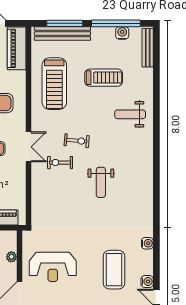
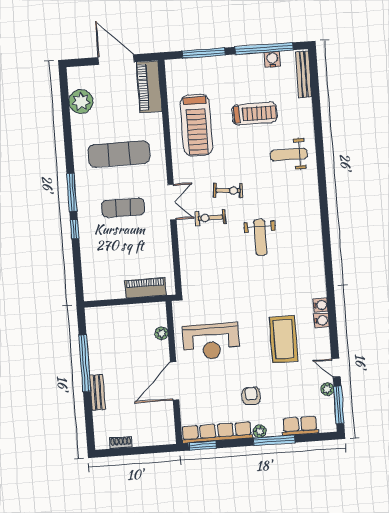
bench: (62, 34) -> (202, 65), removed
water cooler: (147, 282) -> (321, 320), moved

